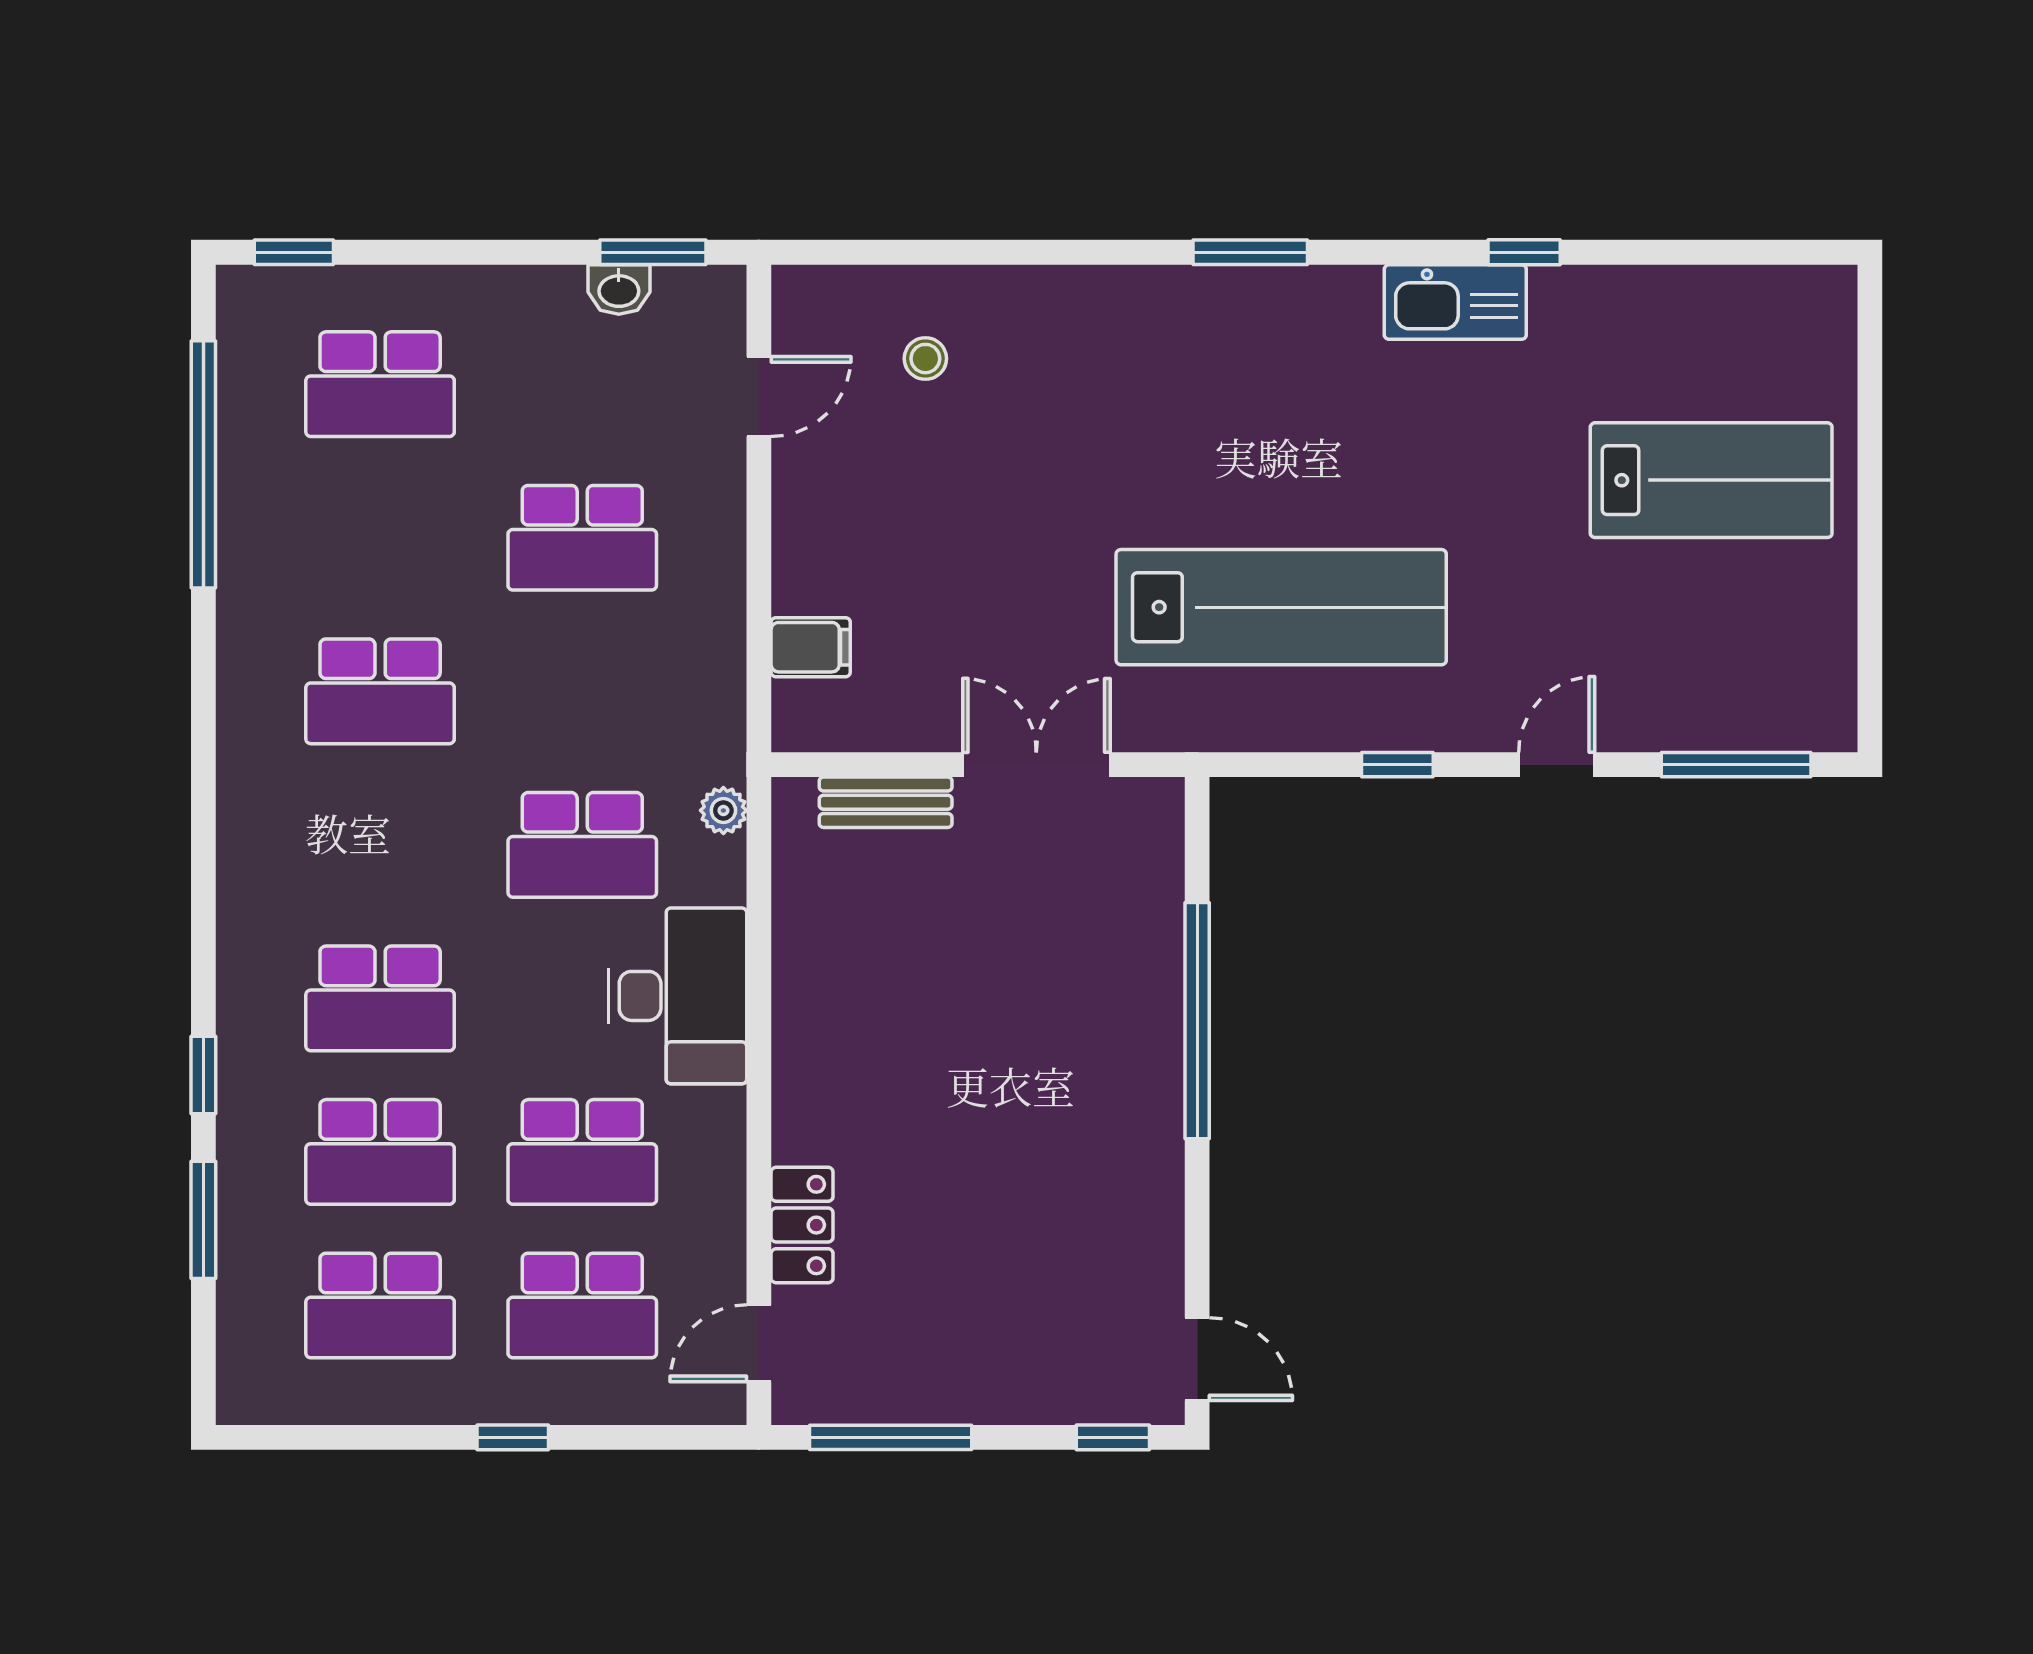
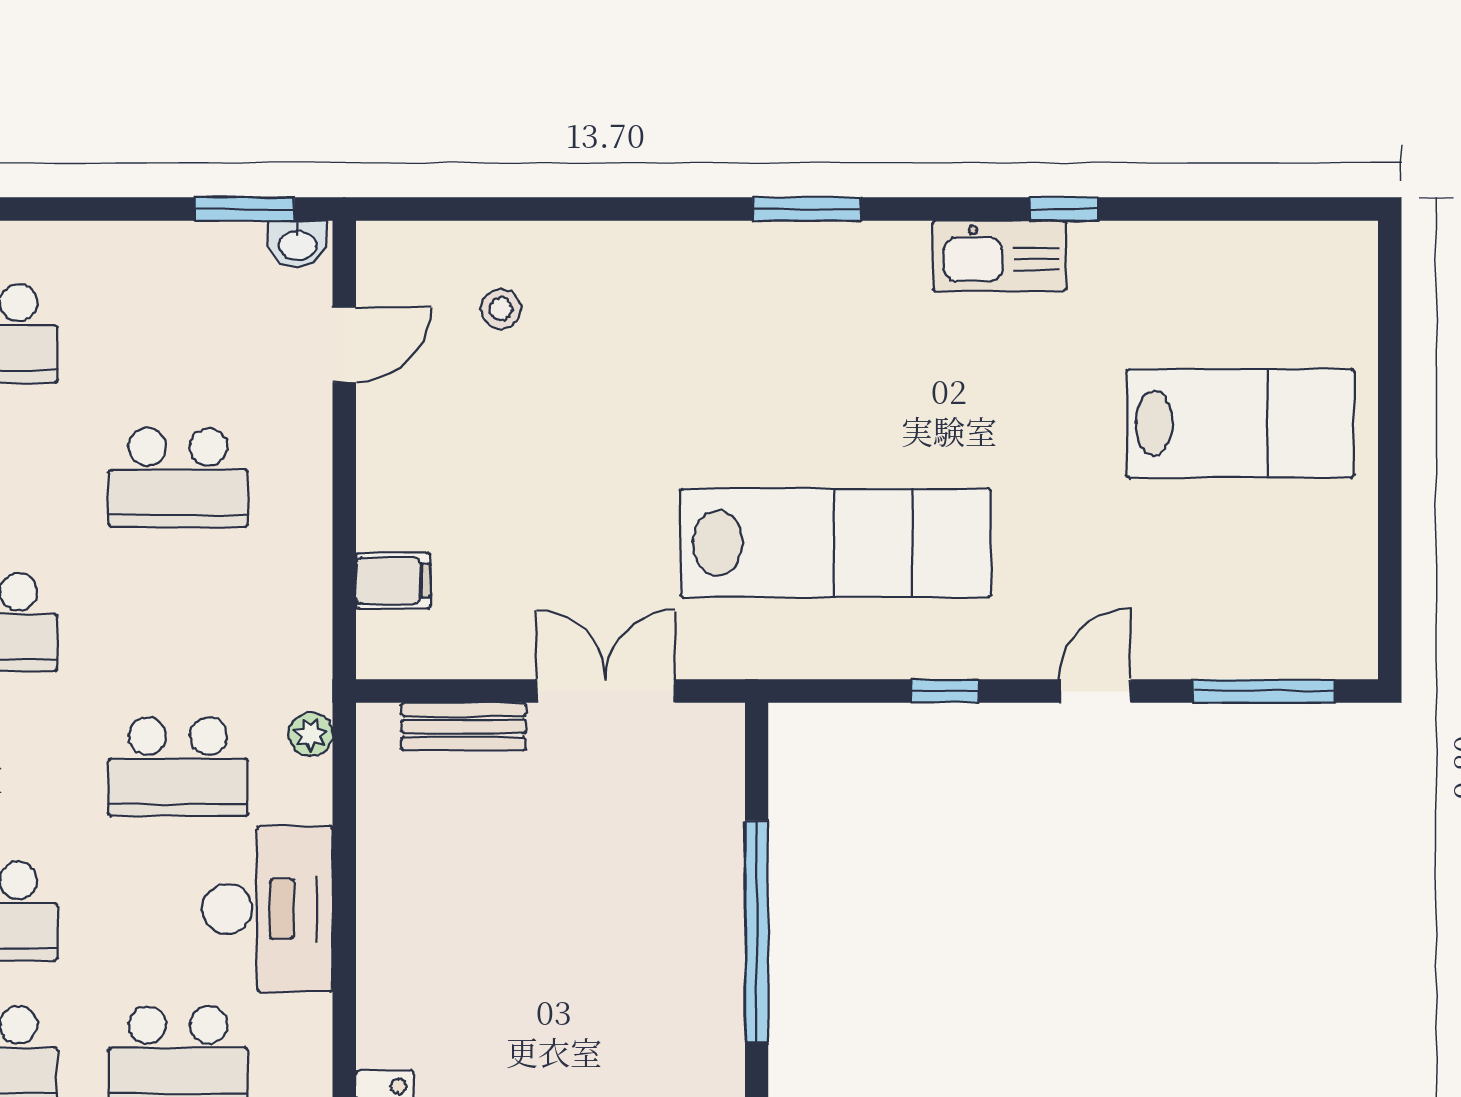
washbasin: (619, 290) -> (298, 244), moved

